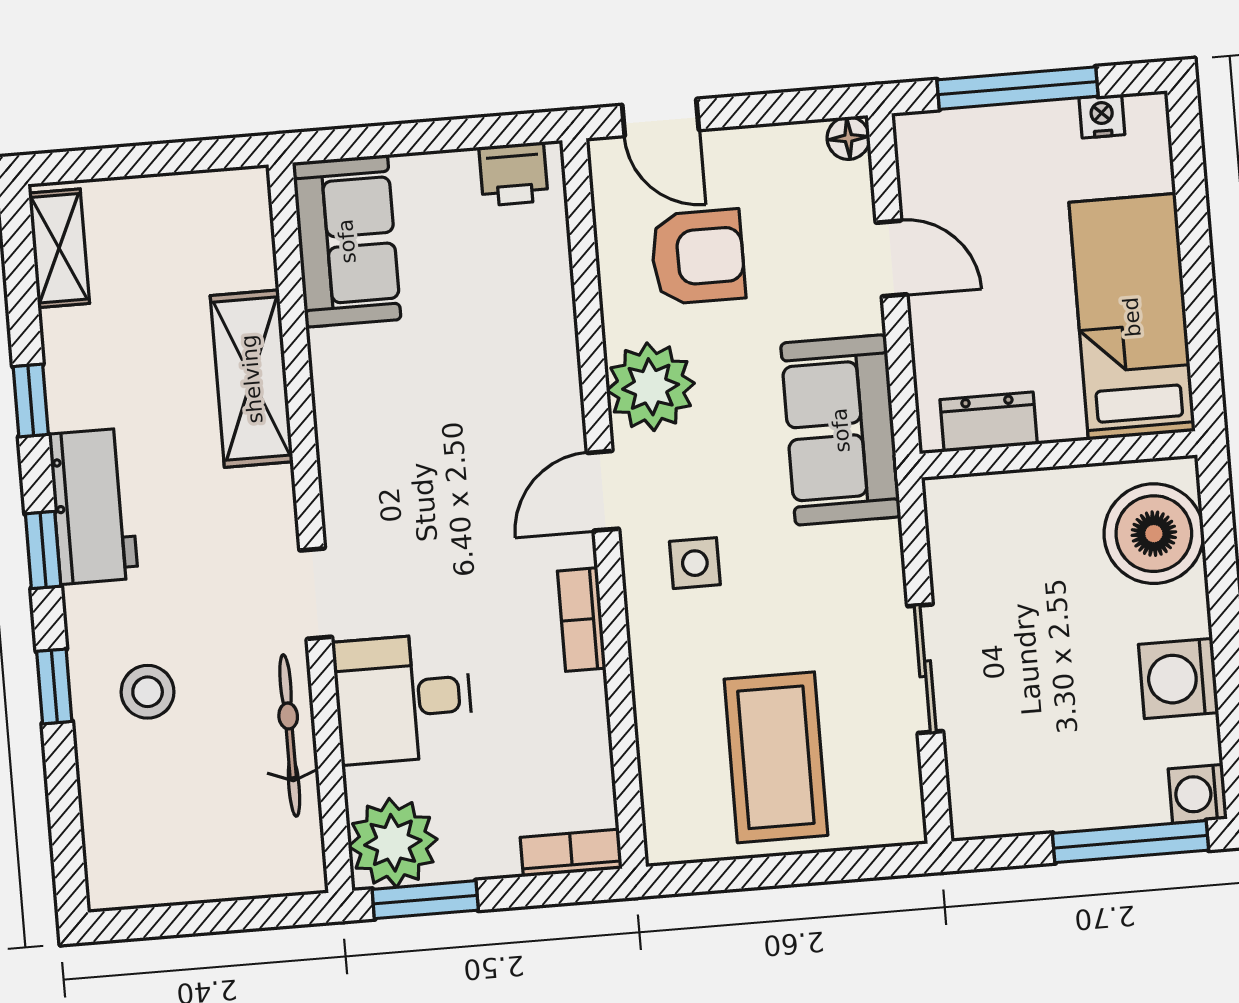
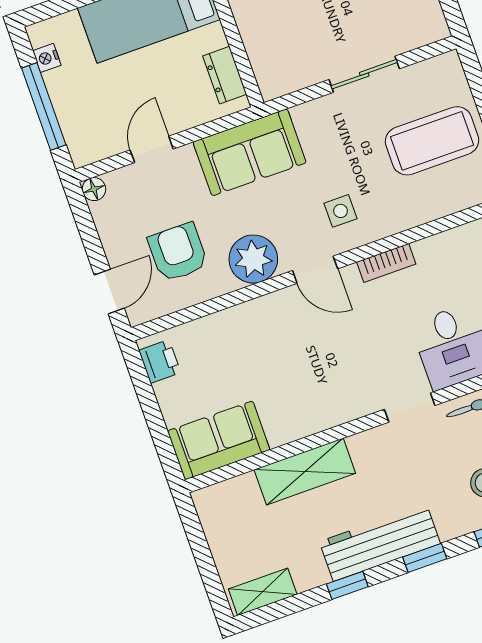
workbench: (93, 506) -> (380, 543), width x1.37

